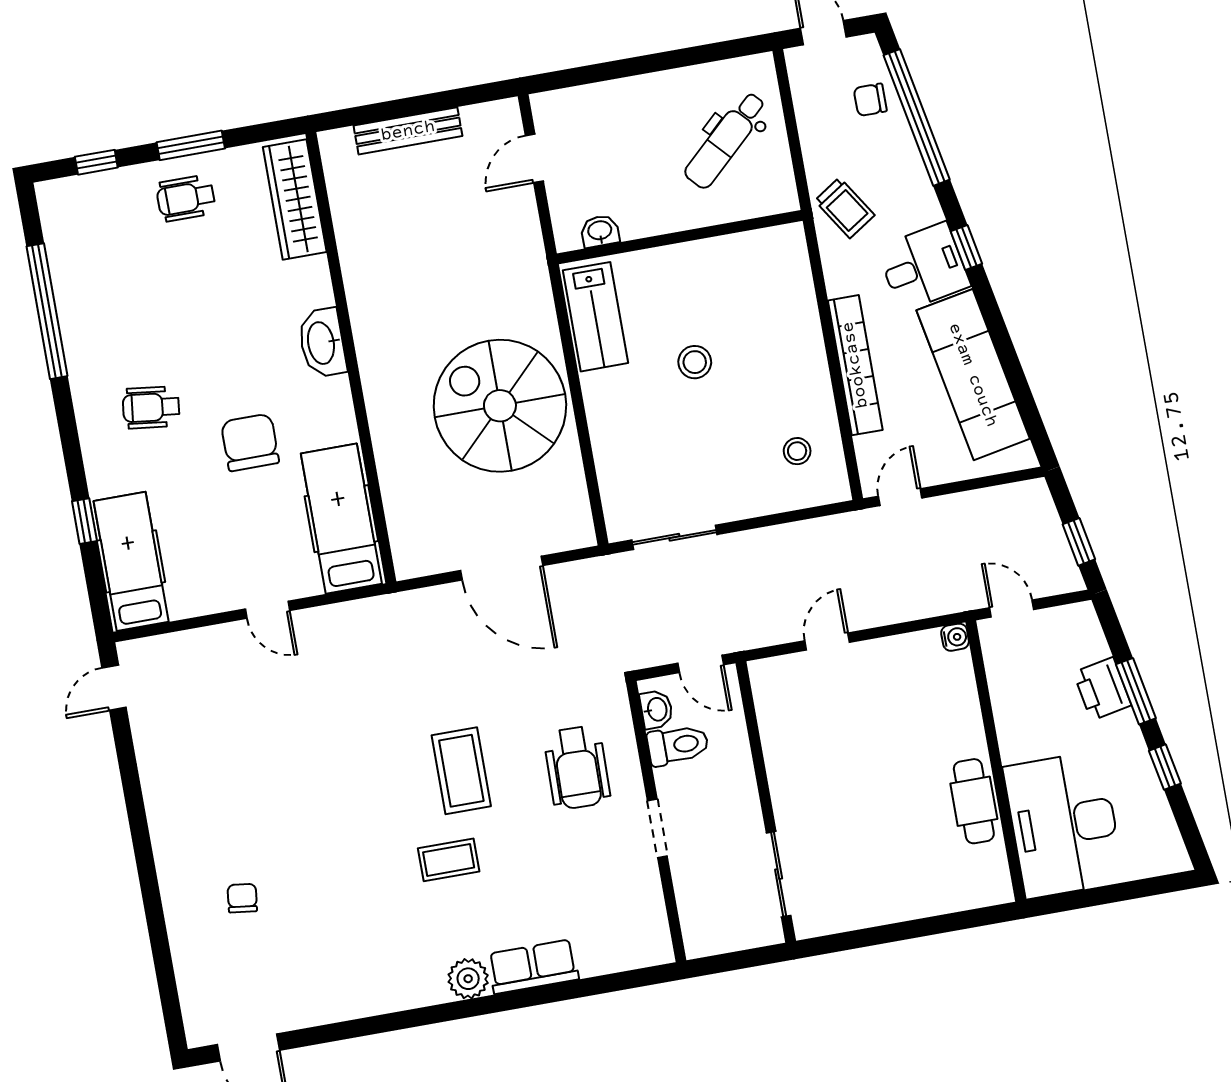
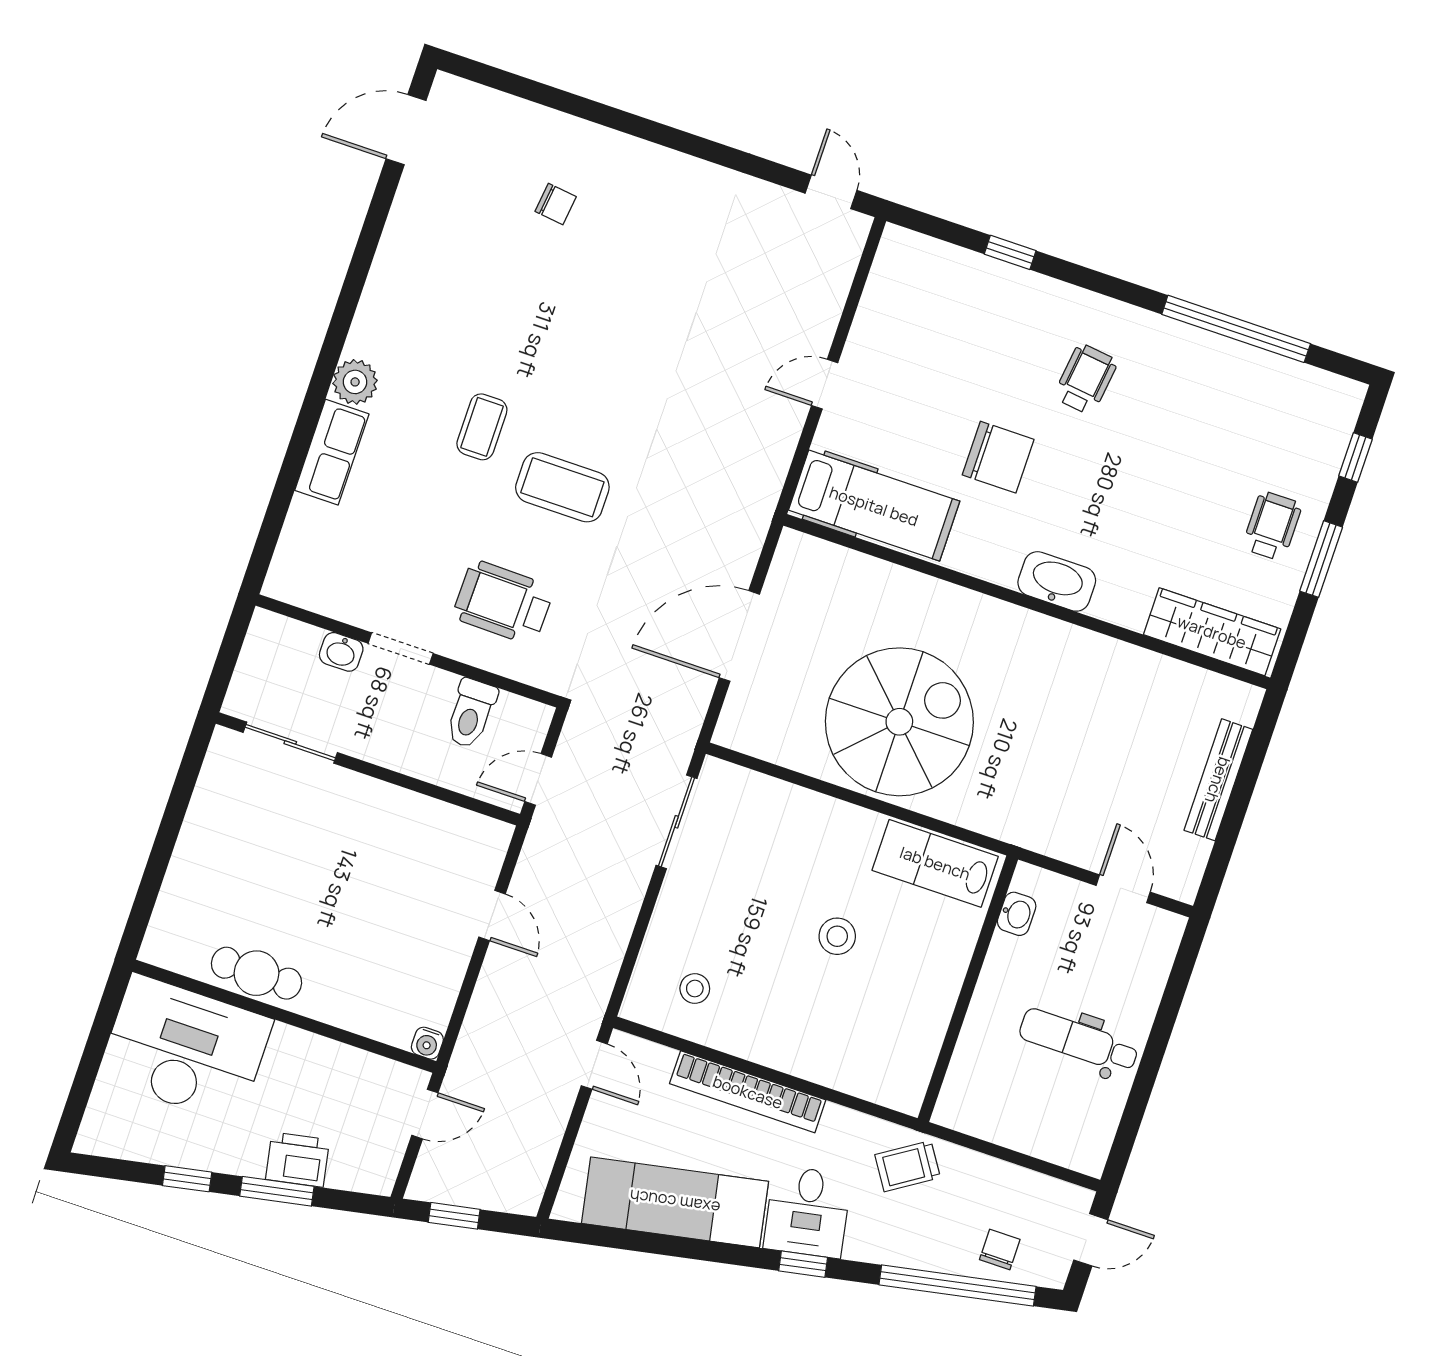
dental chair: (726, 140) -> (1079, 1041), moved, turned -47
hospital bed: (131, 561) -> (946, 276), removed
washbasin: (656, 709) -> (341, 652), moved

